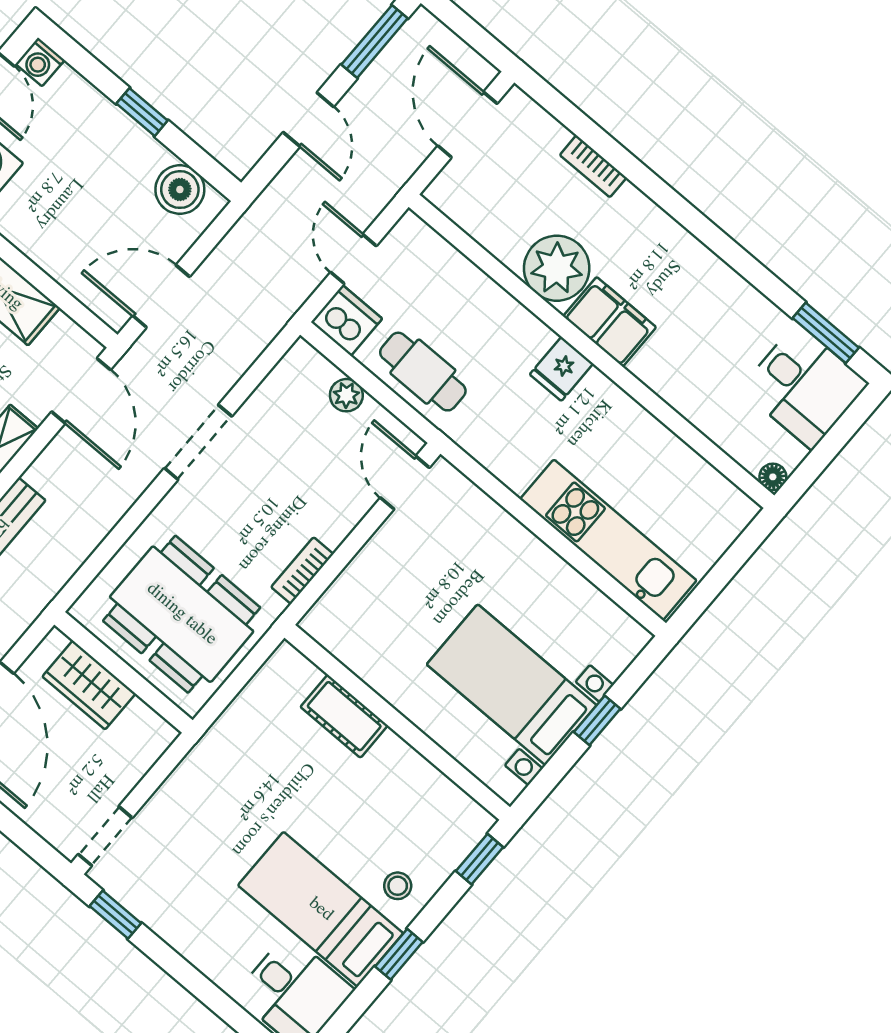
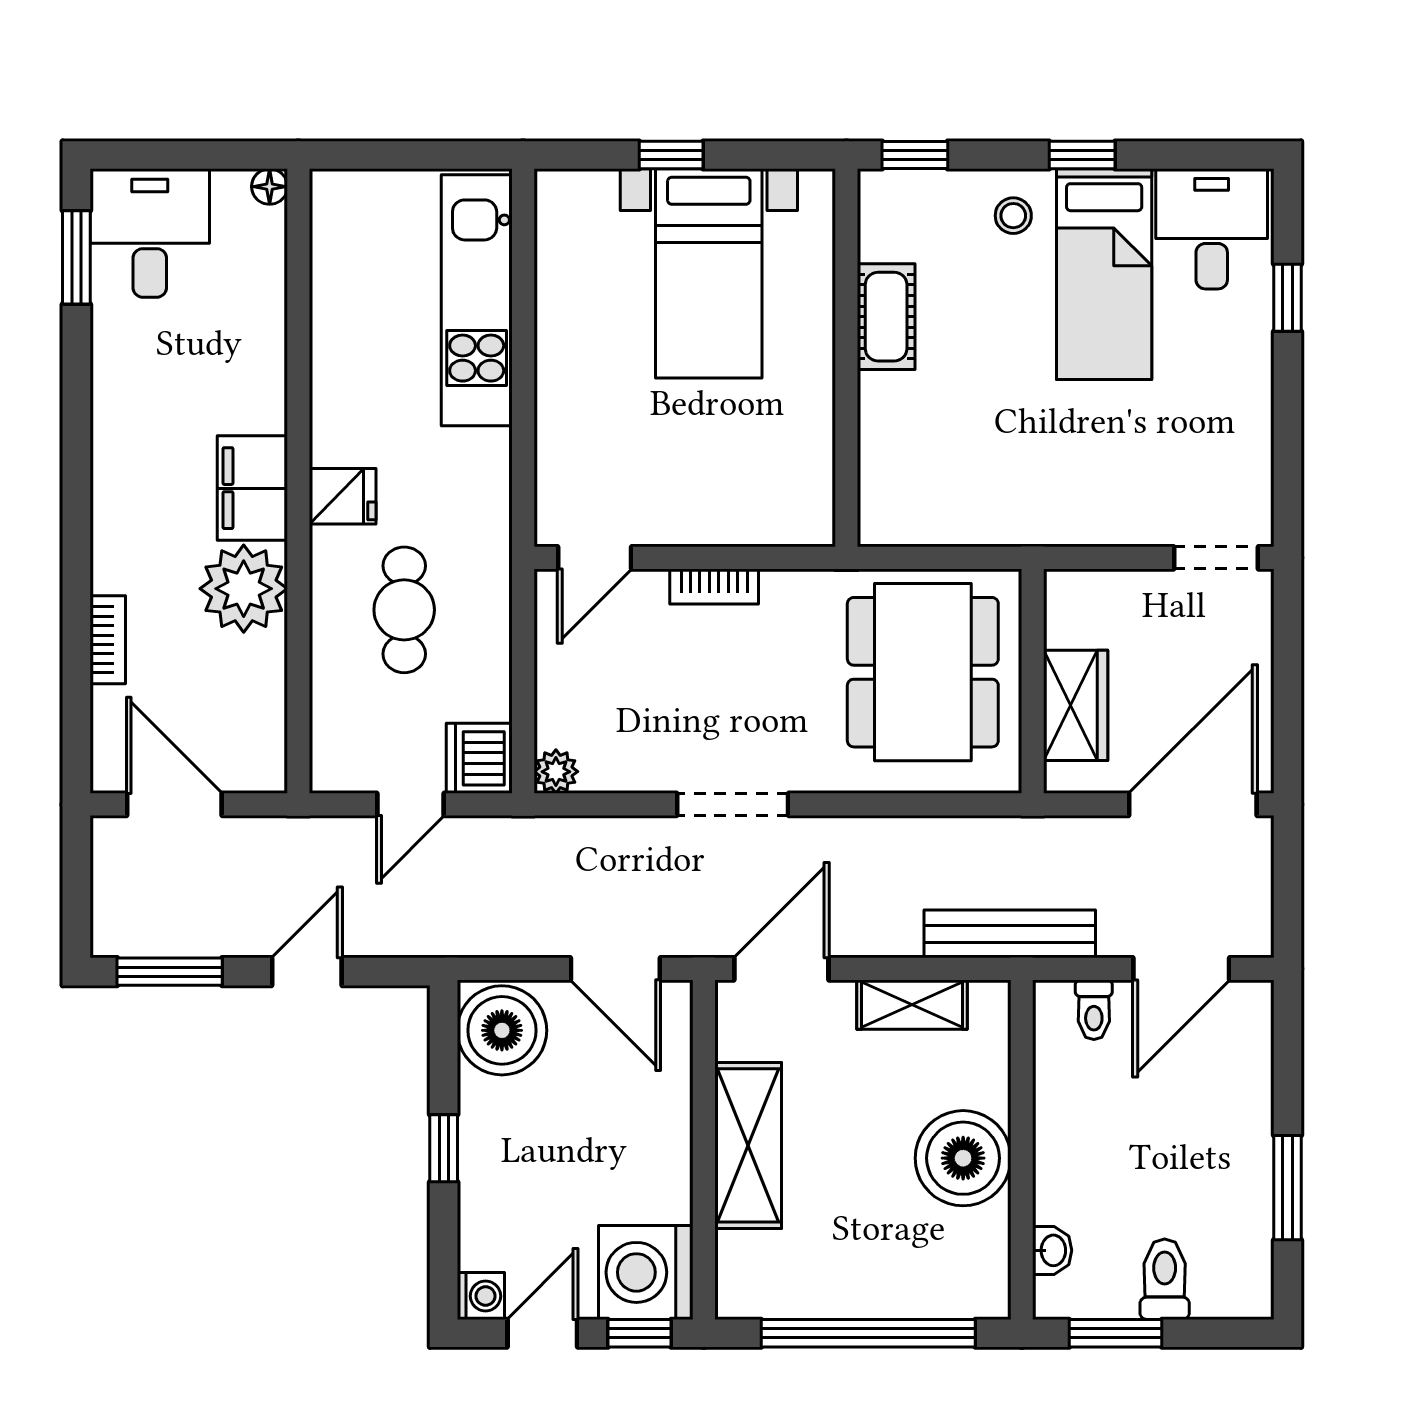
door: (467, 125) -> (174, 804), swing flipped
boiler: (180, 190) -> (502, 1030), width x1.37, depth x1.37
cafe table: (423, 372) -> (404, 610), moved
plant: (346, 395) -> (556, 772), moved
bookcase: (302, 571) -> (714, 586), moved
cot: (344, 716) -> (886, 317), moved
window: (115, 915) -> (1288, 298), moved

